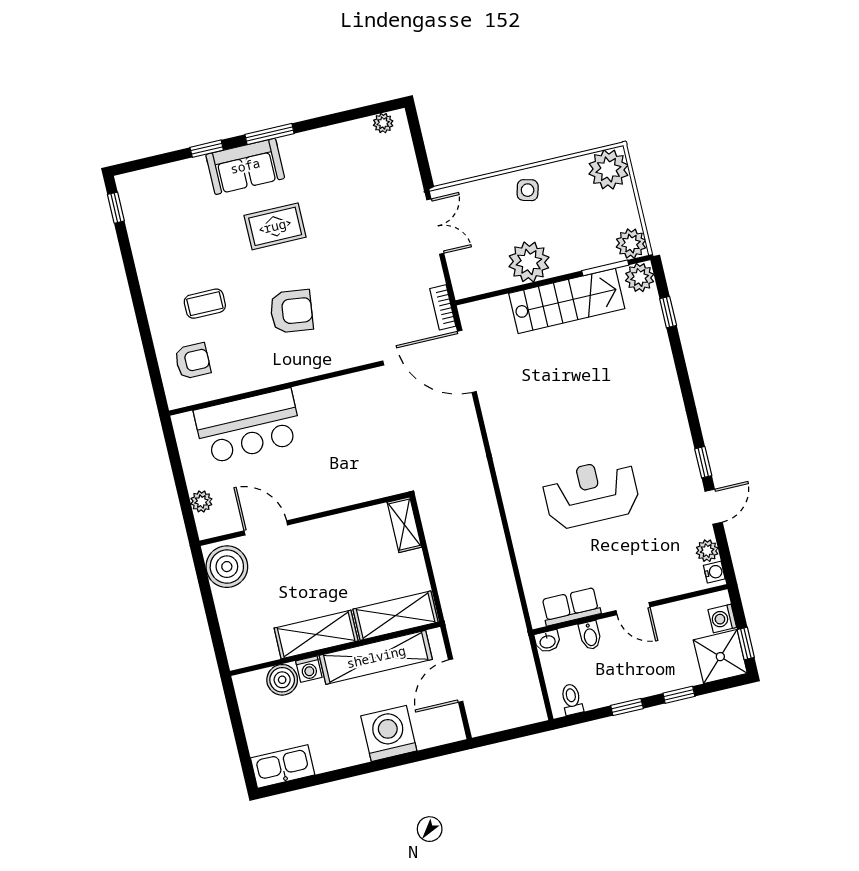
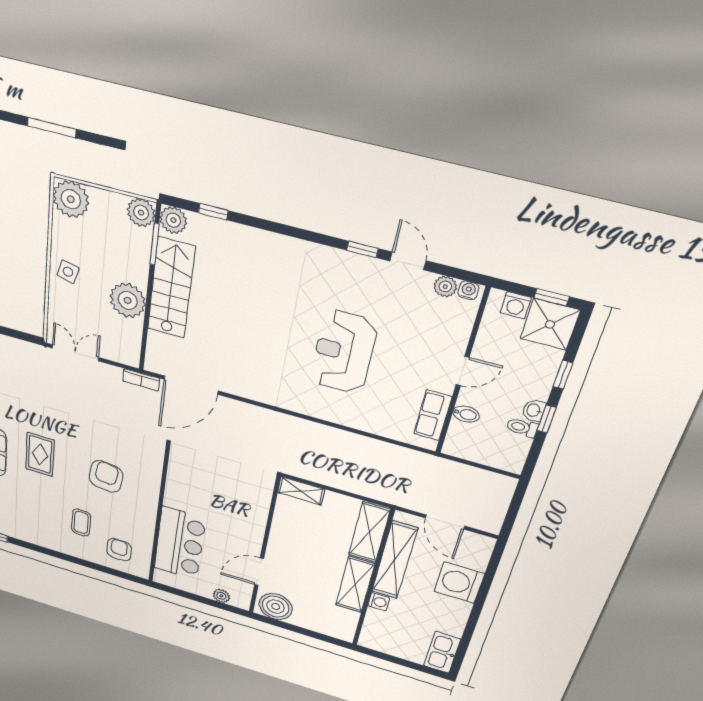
washbasin: (547, 641) -> (534, 410), moved, turned 180
boiler: (282, 680) -> (377, 620), removed
toilet: (572, 699) -> (522, 427), moved

